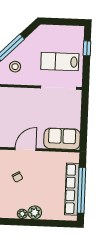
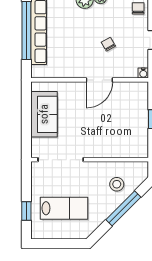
lab bench: (60, 62) -> (64, 208), moved
sofa: (62, 139) -> (44, 114), moved, turned -90

